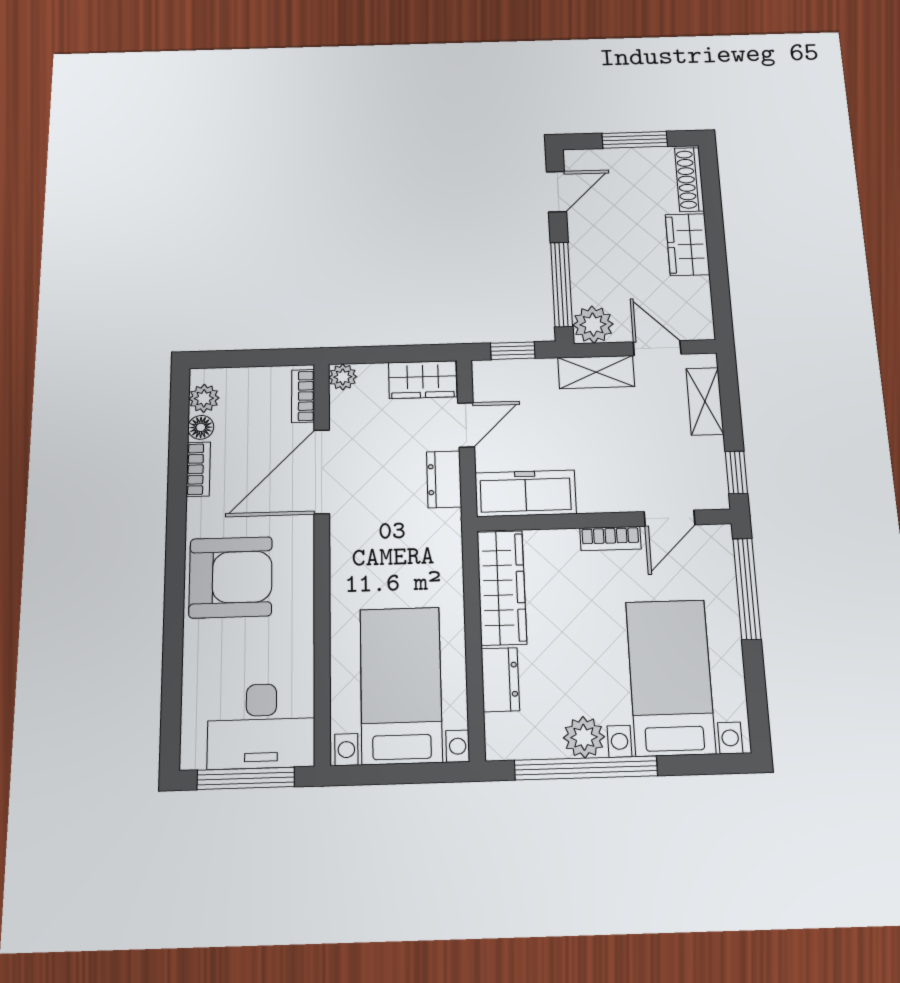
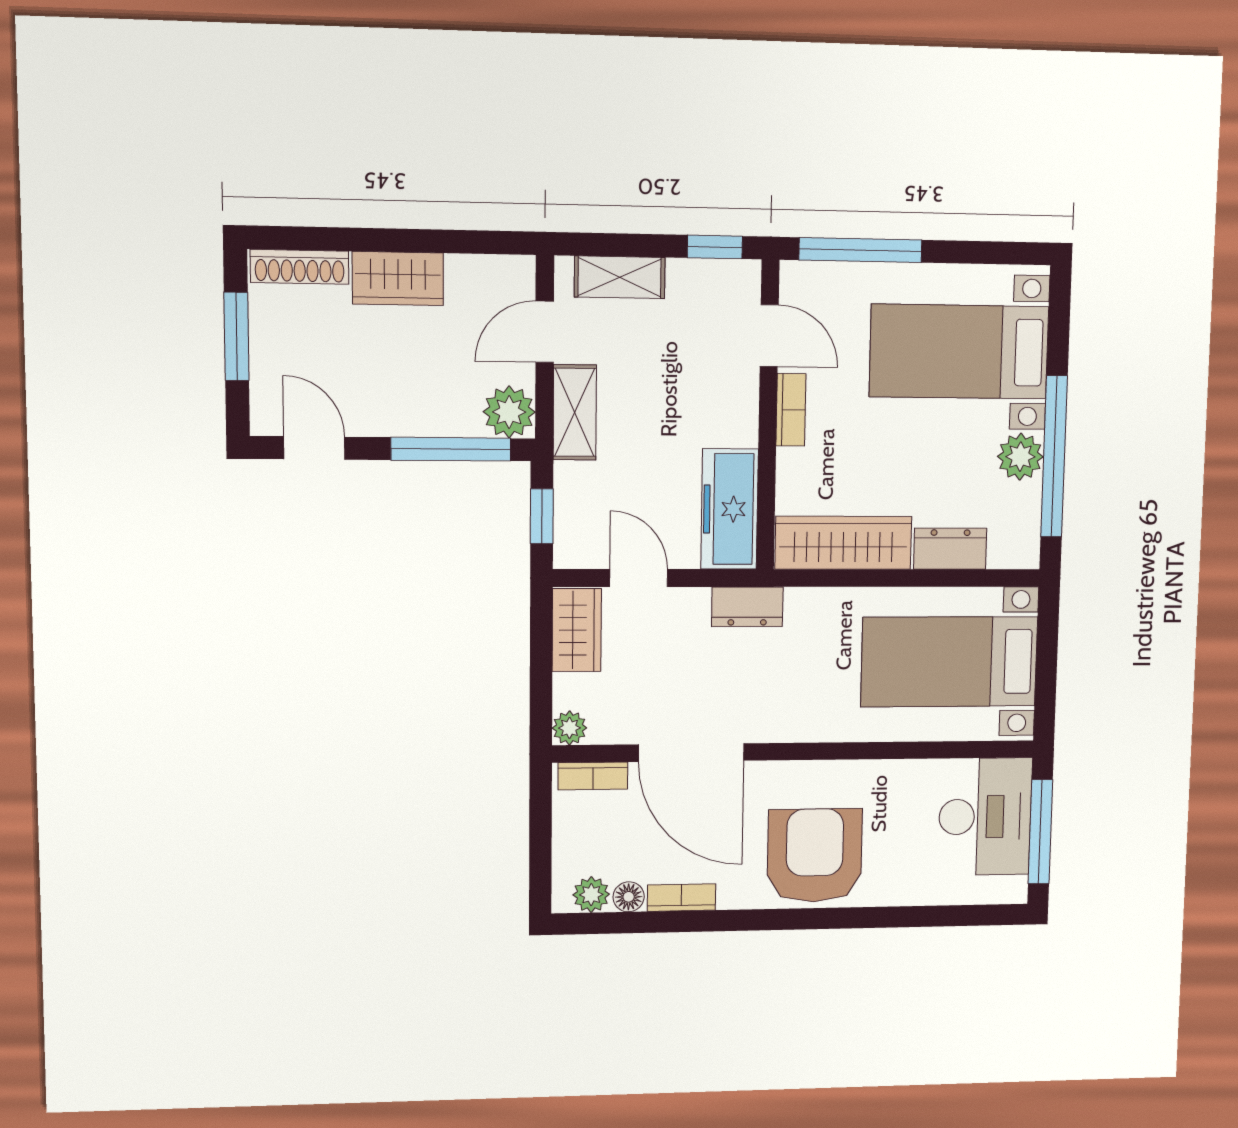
dresser: (444, 479) -> (747, 607), moved

